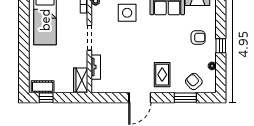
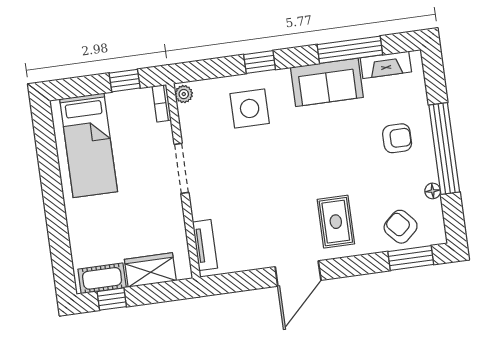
window: (221, 46) -> (444, 149), width x3.17
tv unit: (96, 67) -> (205, 245), moved
wardrobe: (81, 80) -> (150, 270), moved, turned 90
window: (185, 98) -> (411, 258), moved

